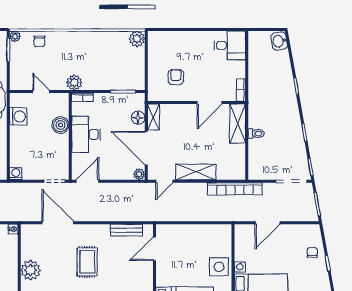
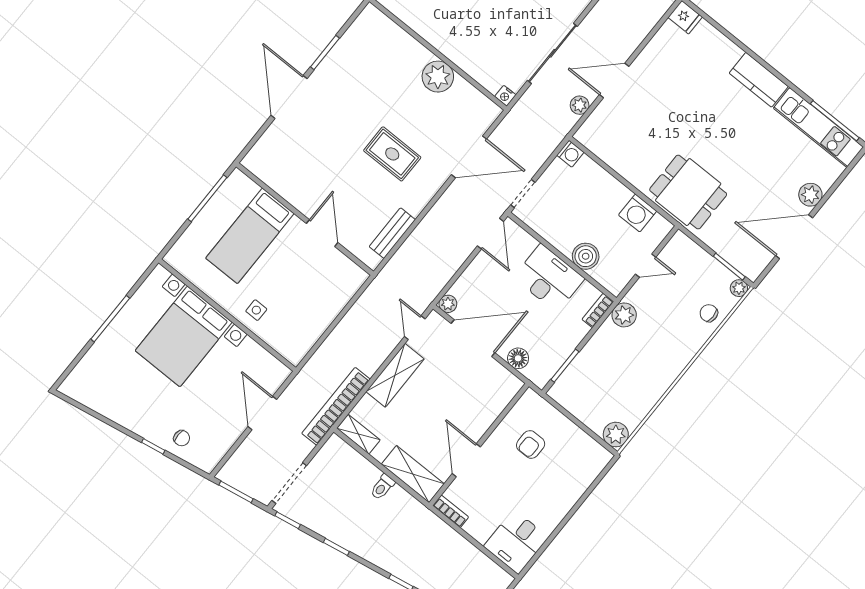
armchair: (176, 77) -> (531, 444), turned 90
shelving: (153, 117) -> (359, 434), moved
door: (154, 249) -> (322, 233), moved
side table: (219, 267) -> (256, 310), width x0.54, depth x0.54

